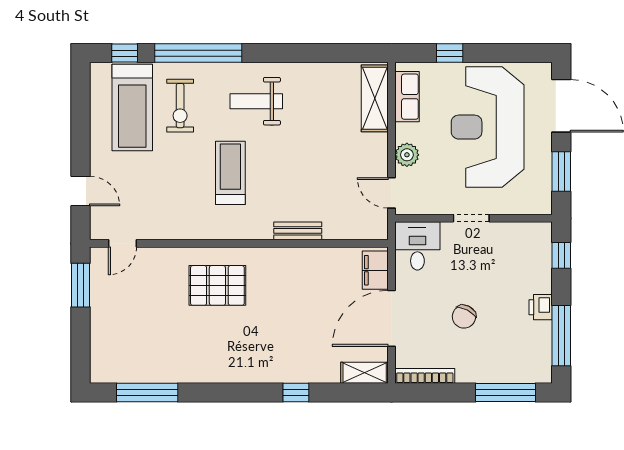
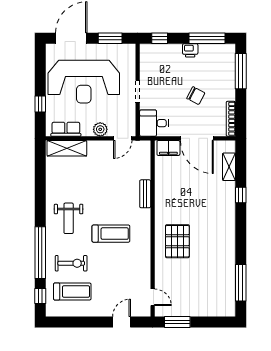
treadmill: (132, 107) -> (72, 291), width x0.73, depth x0.73
treadmill: (230, 173) -> (111, 234), turned 180
shelving: (365, 373) -> (229, 167), moved

